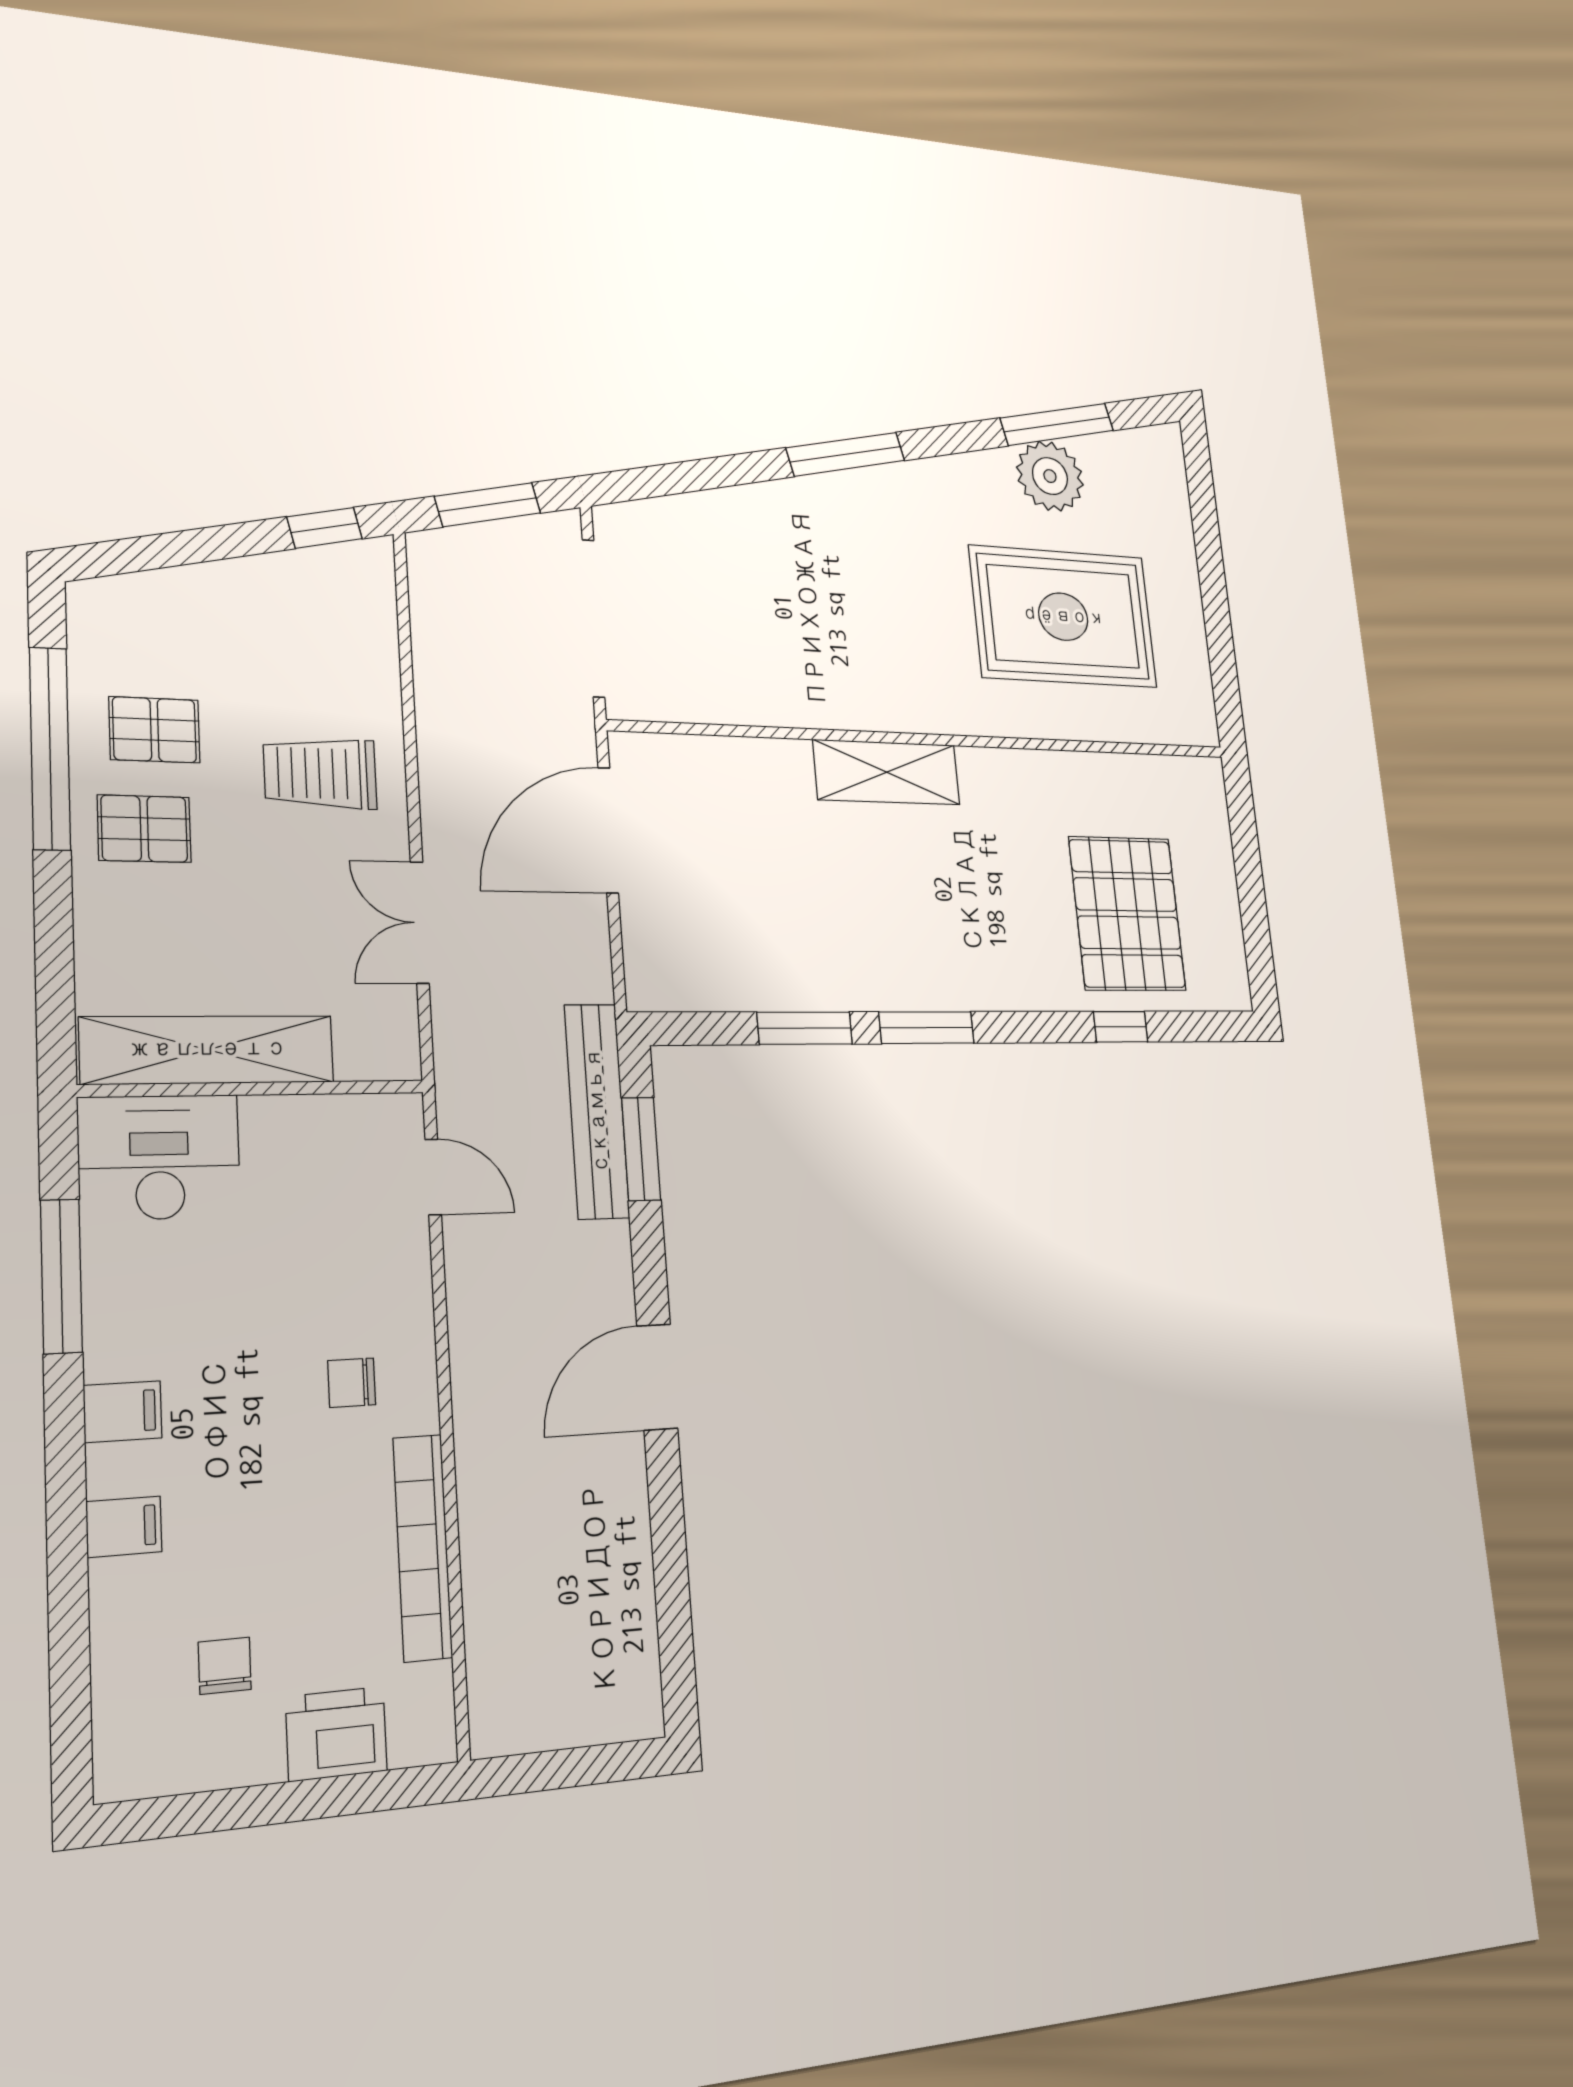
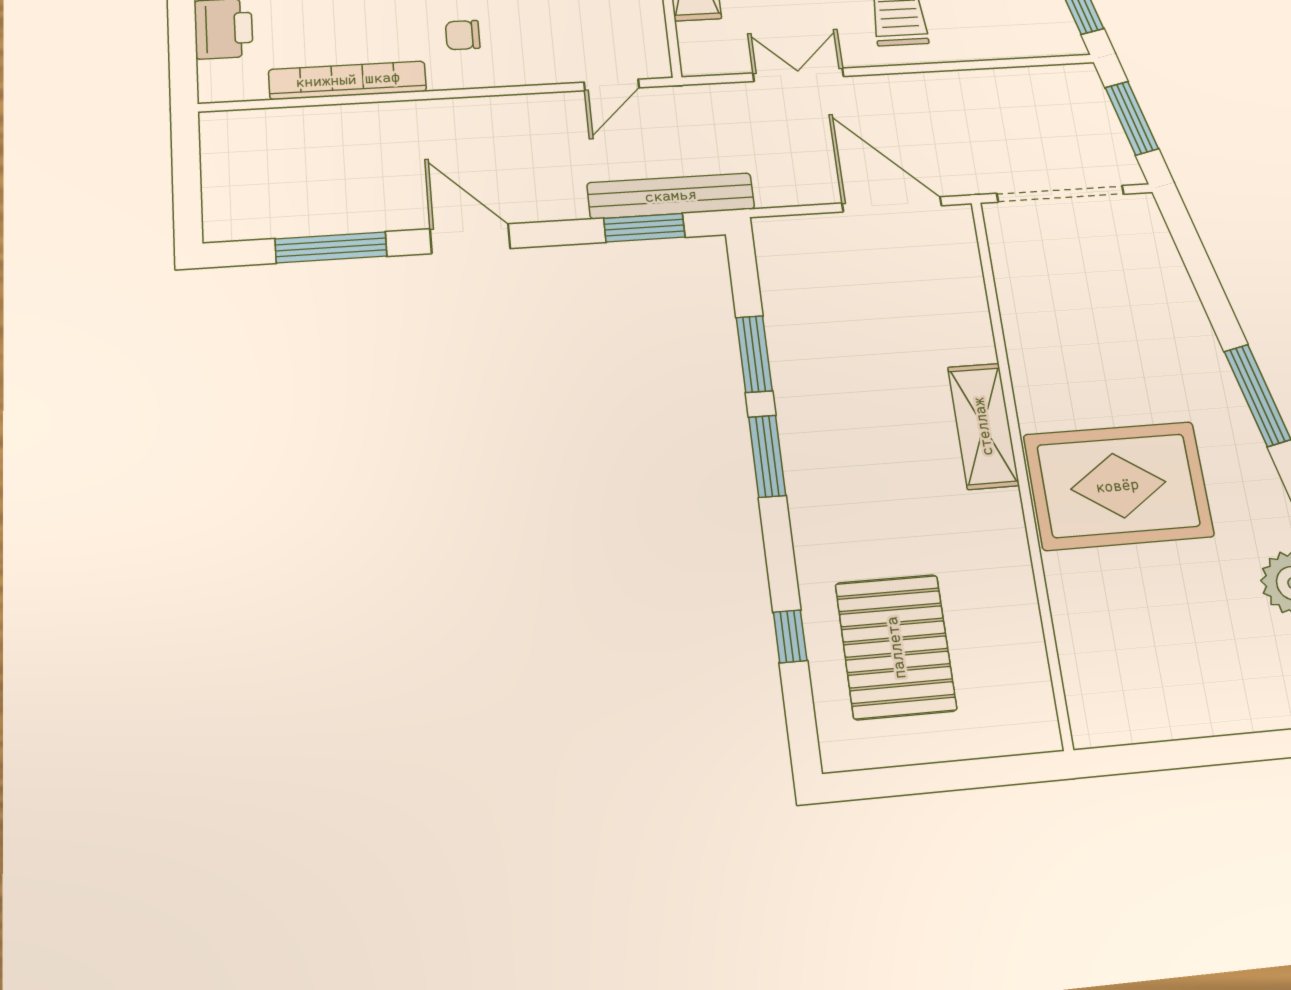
rug: (1063, 617) -> (1118, 486), moved, turned 90
pallet: (1127, 914) -> (896, 647), turned 90
chair: (352, 1383) -> (463, 35), turned -90
window: (670, 1562) -> (331, 248), added

